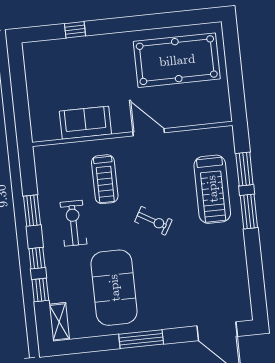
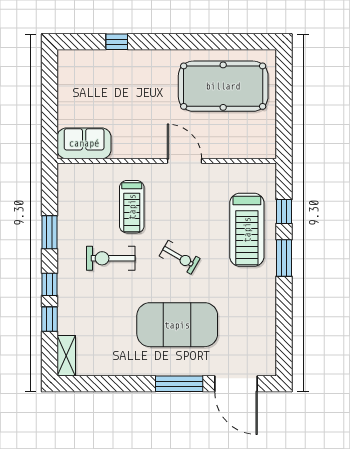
sofa: (85, 123) -> (84, 143), moved
window: (244, 169) -> (284, 211), width x0.67
exercise bike: (73, 223) -> (111, 258), moved, turned -90
exercise mat: (114, 288) -> (177, 325), moved, turned 90
window: (141, 339) -> (179, 384), moved

